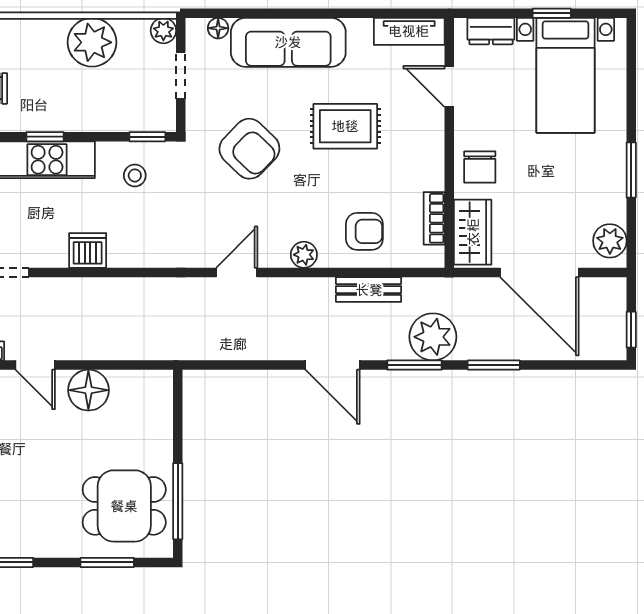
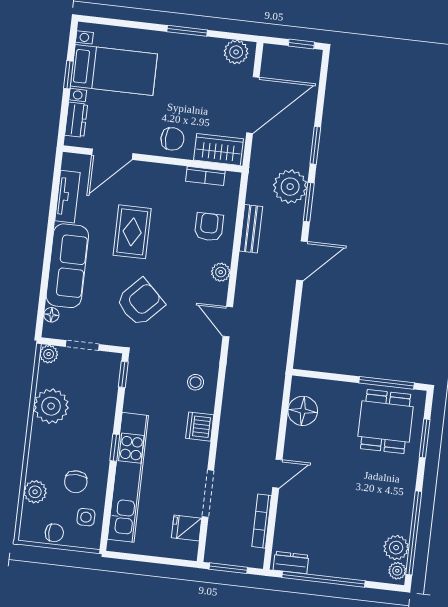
tv unit: (409, 31) -> (67, 197), moved
door: (449, 87) -> (112, 154), width x1.38
stool: (135, 175) -> (196, 382), moved
floor lamp: (88, 390) -> (303, 411), moved

